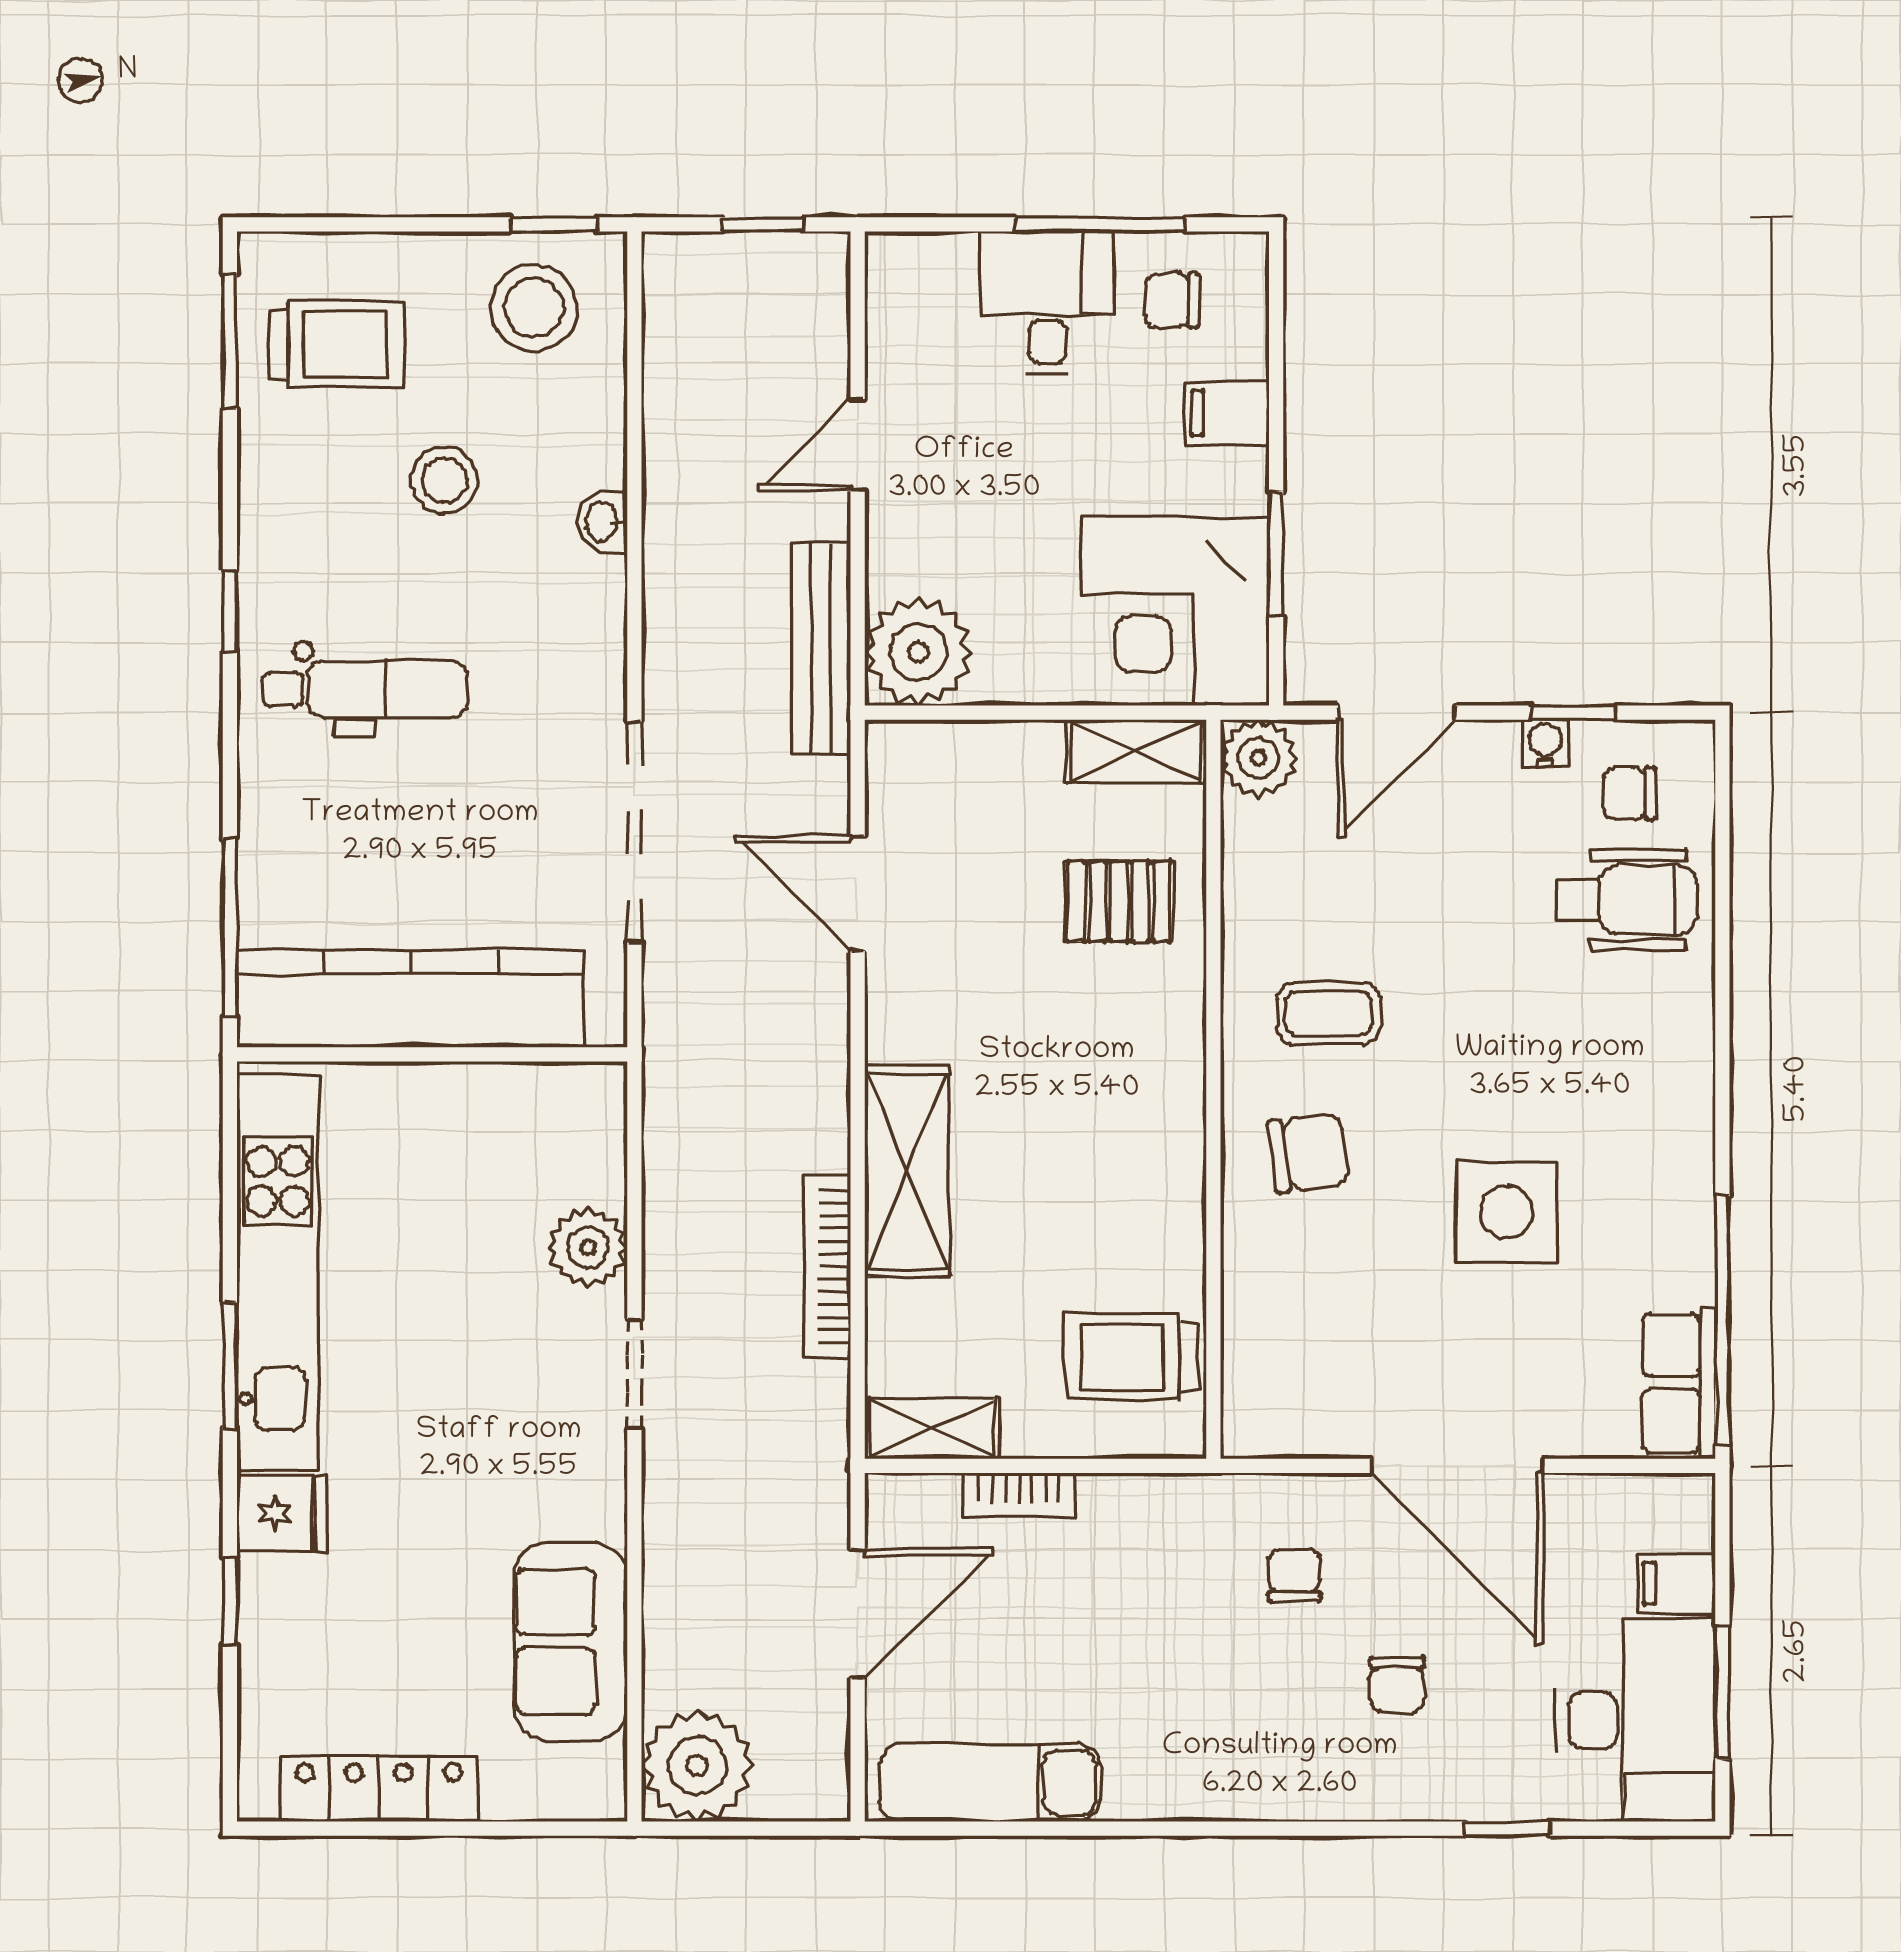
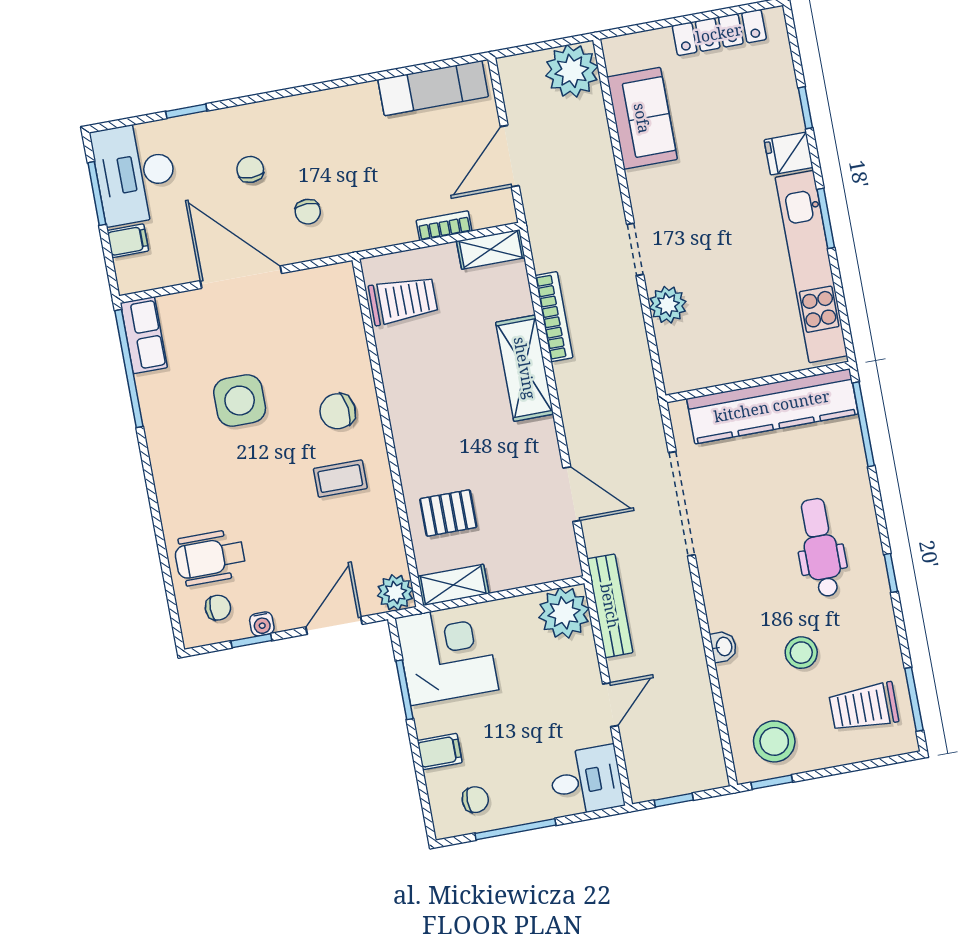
desk: (1047, 303) -> (586, 781), moved, turned -90
dental chair: (365, 689) -> (821, 548), turned 90

